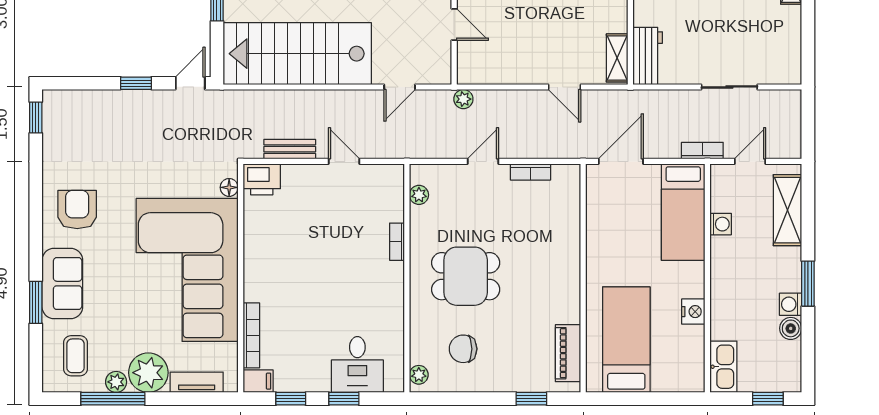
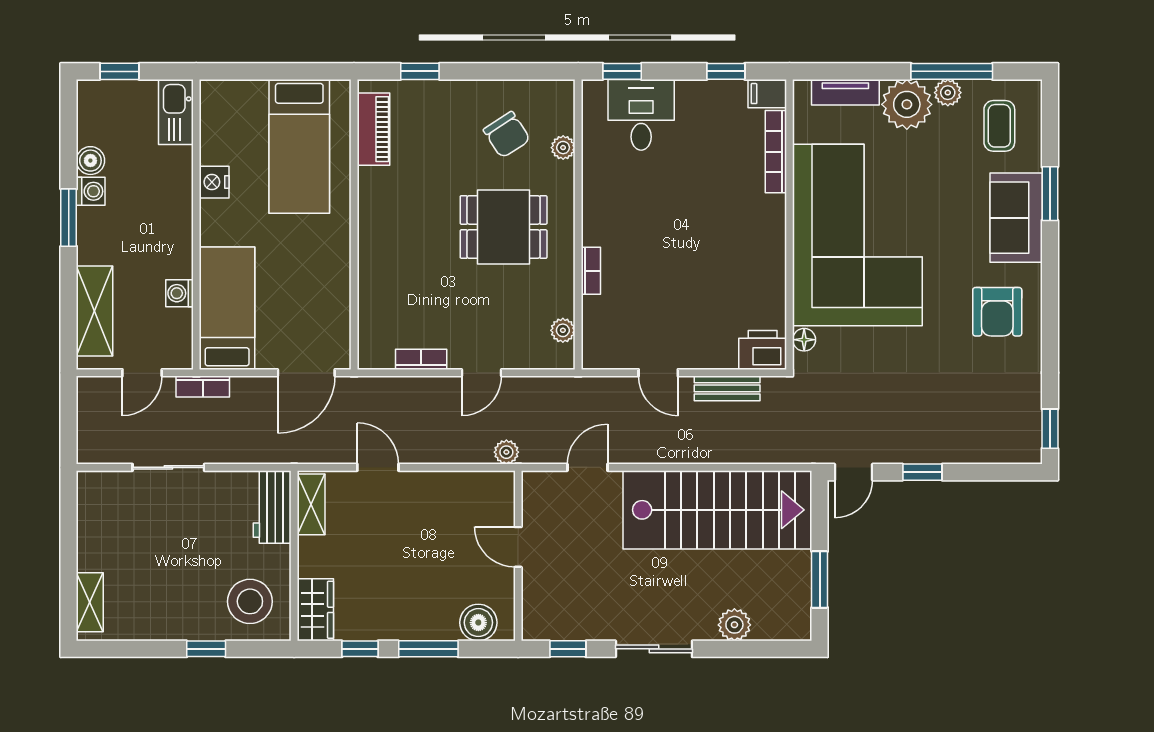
chair: (463, 349) -> (507, 135), turned 57
plant: (419, 375) -> (563, 148), moved
window: (344, 399) -> (622, 71), moved

